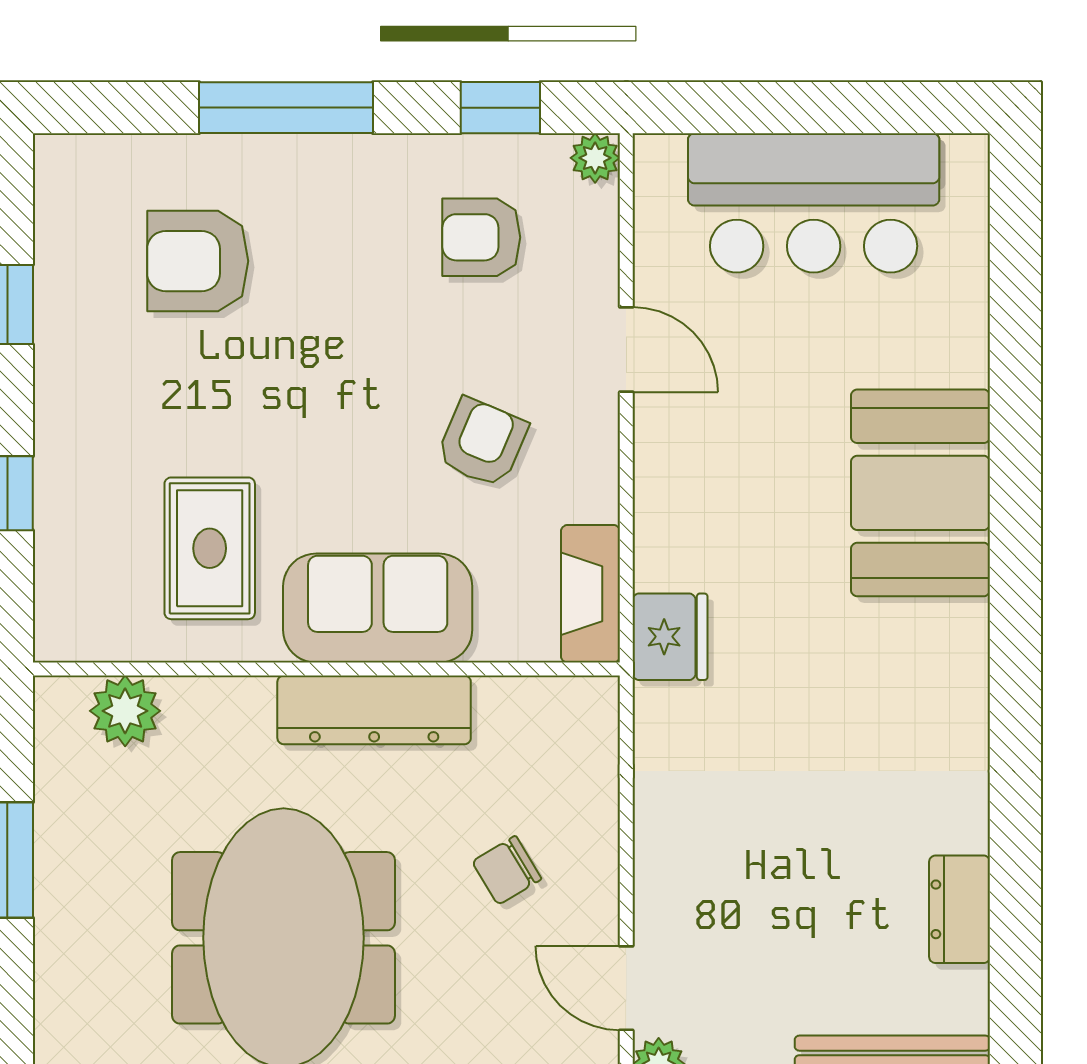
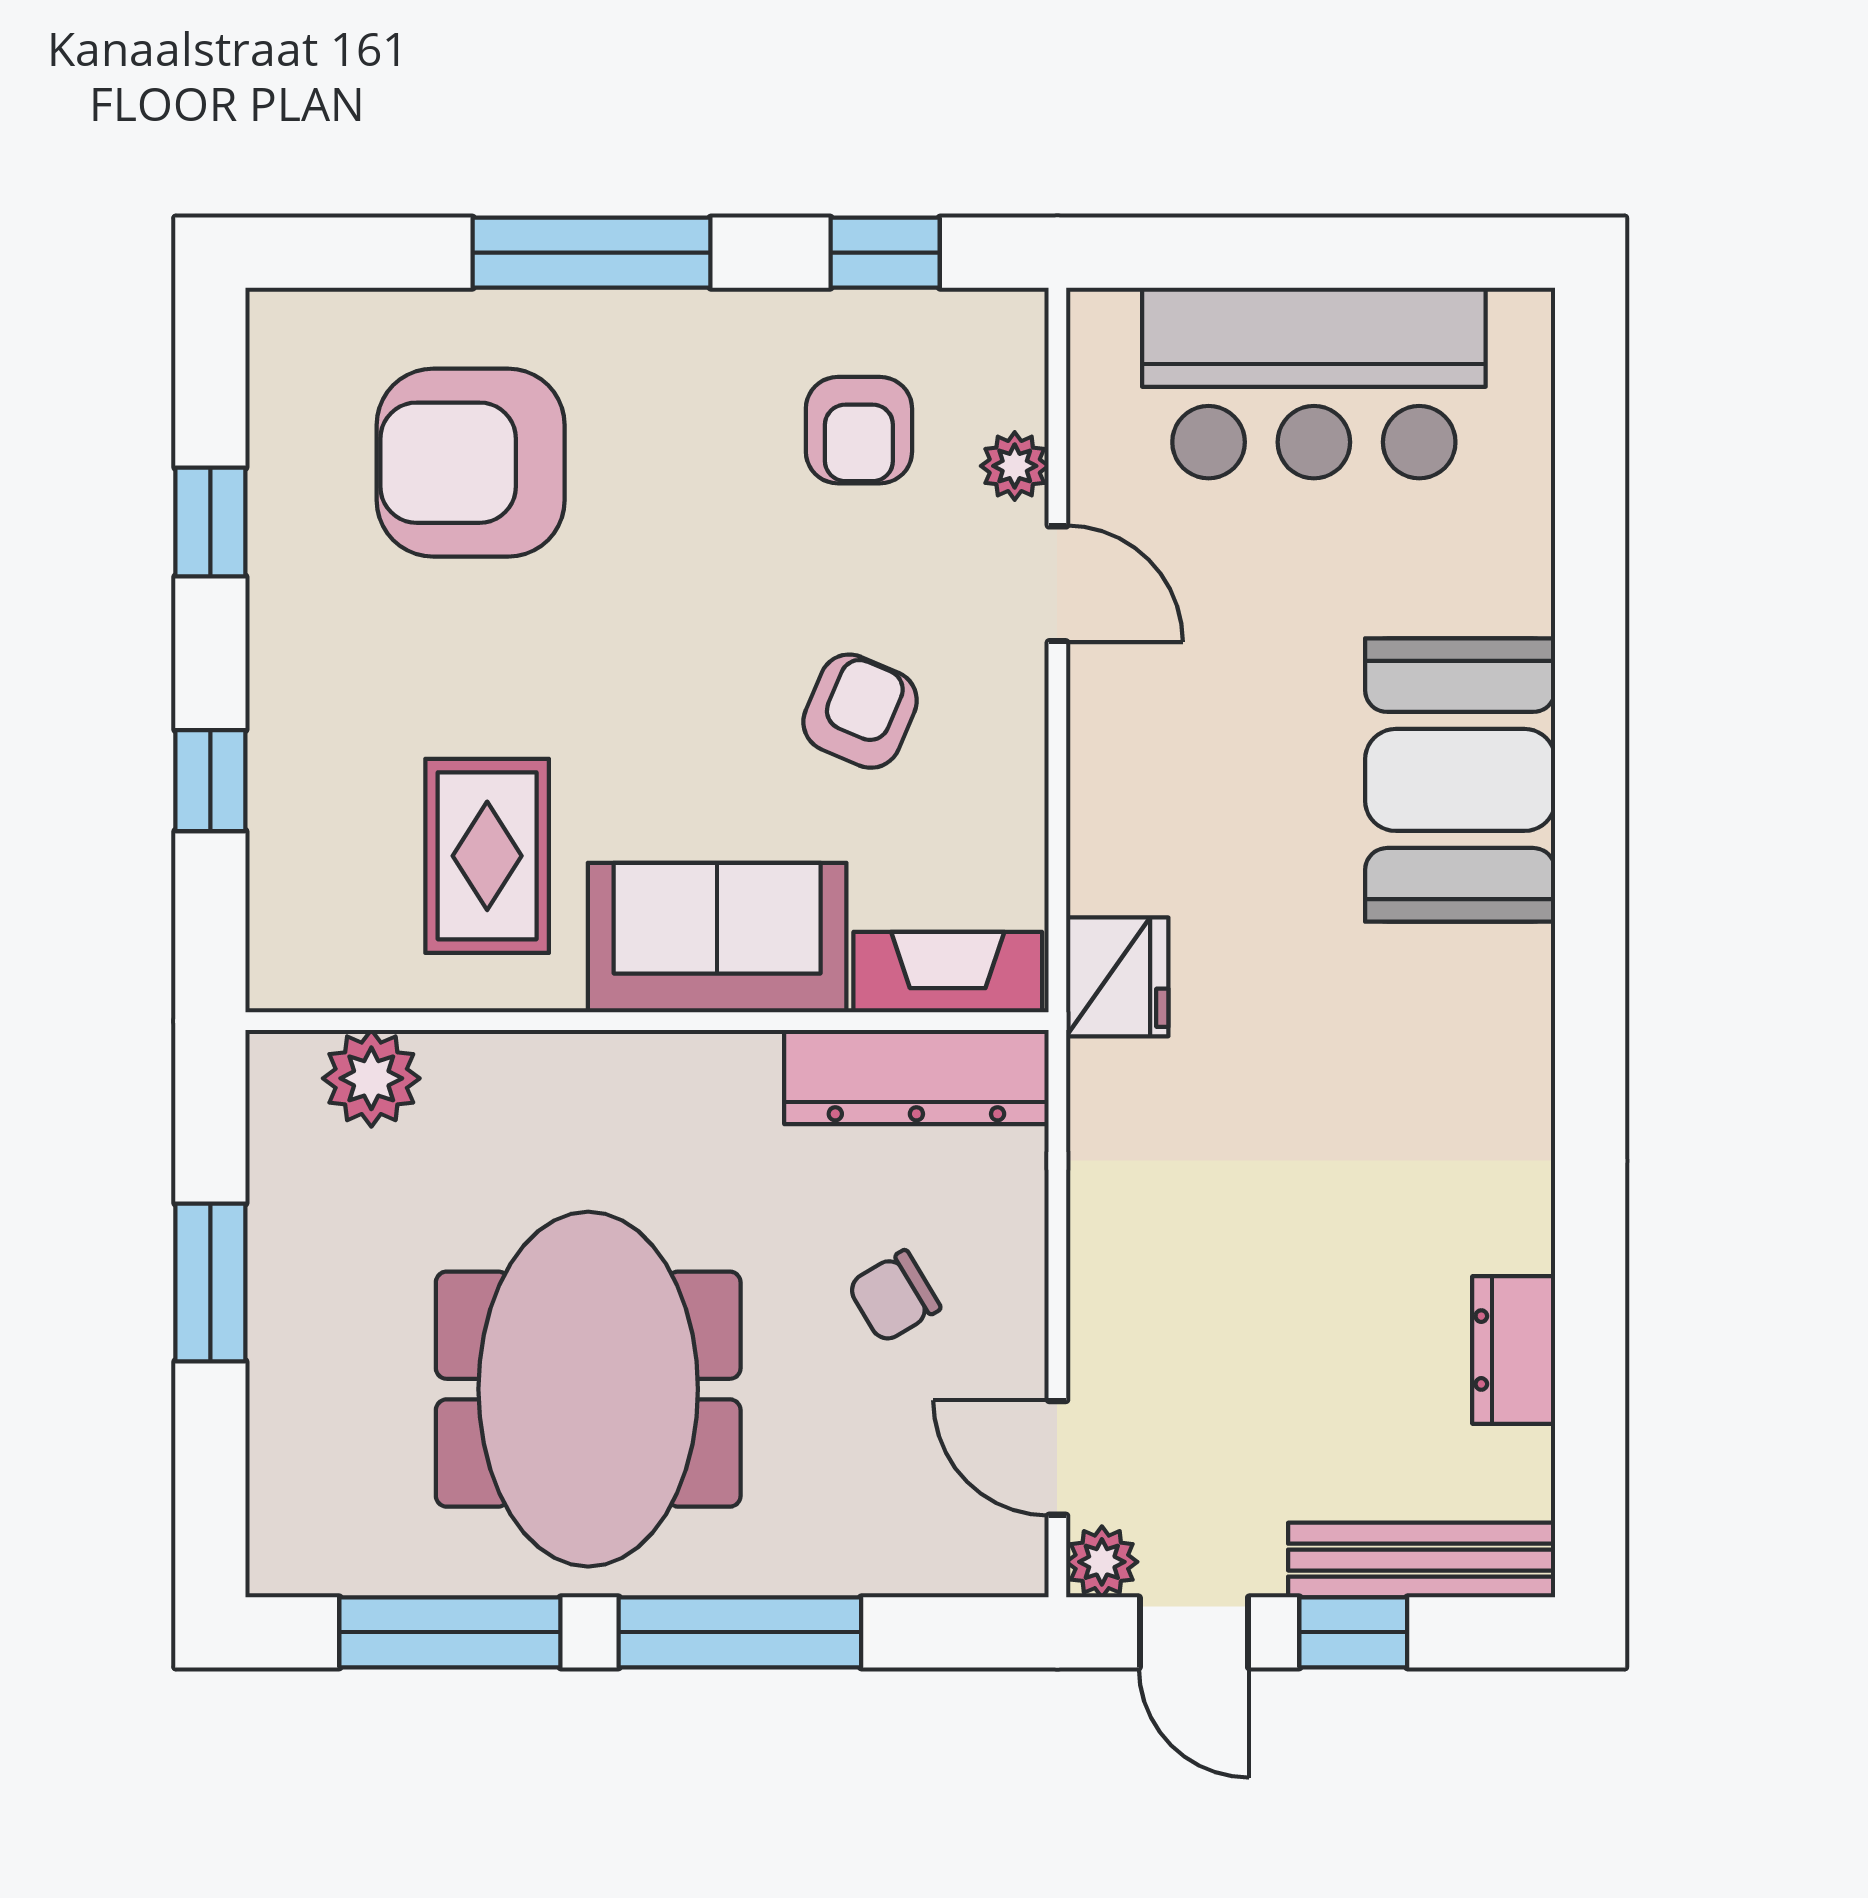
plant: (595, 158) -> (1015, 466), moved
armchair: (481, 237) -> (859, 430), turned -90
armchair: (198, 261) -> (471, 463), width x1.36, depth x1.36
fireplace: (590, 594) -> (948, 972), moved, turned 90
dresser: (374, 710) -> (916, 1077), moved

